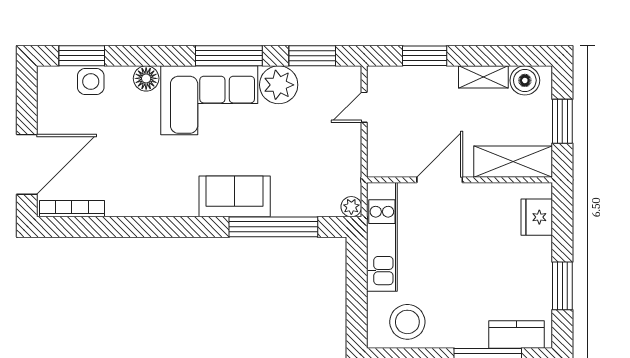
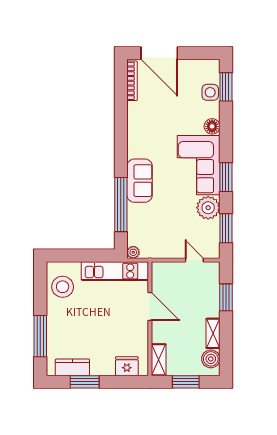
window: (229, 56) -> (226, 177), width x0.69
shelving: (513, 162) -> (159, 360), width x0.67, depth x0.75
kitchen counter: (517, 335) -> (72, 367), moved, turned -90

